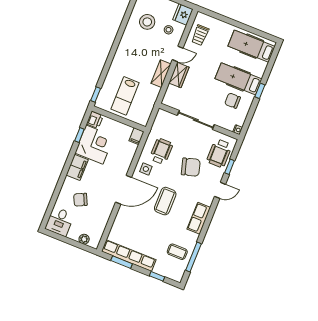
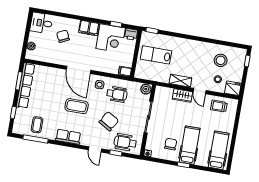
plant: (162, 116) -> (146, 89), added
chair: (191, 167) -> (109, 121), turned -134

